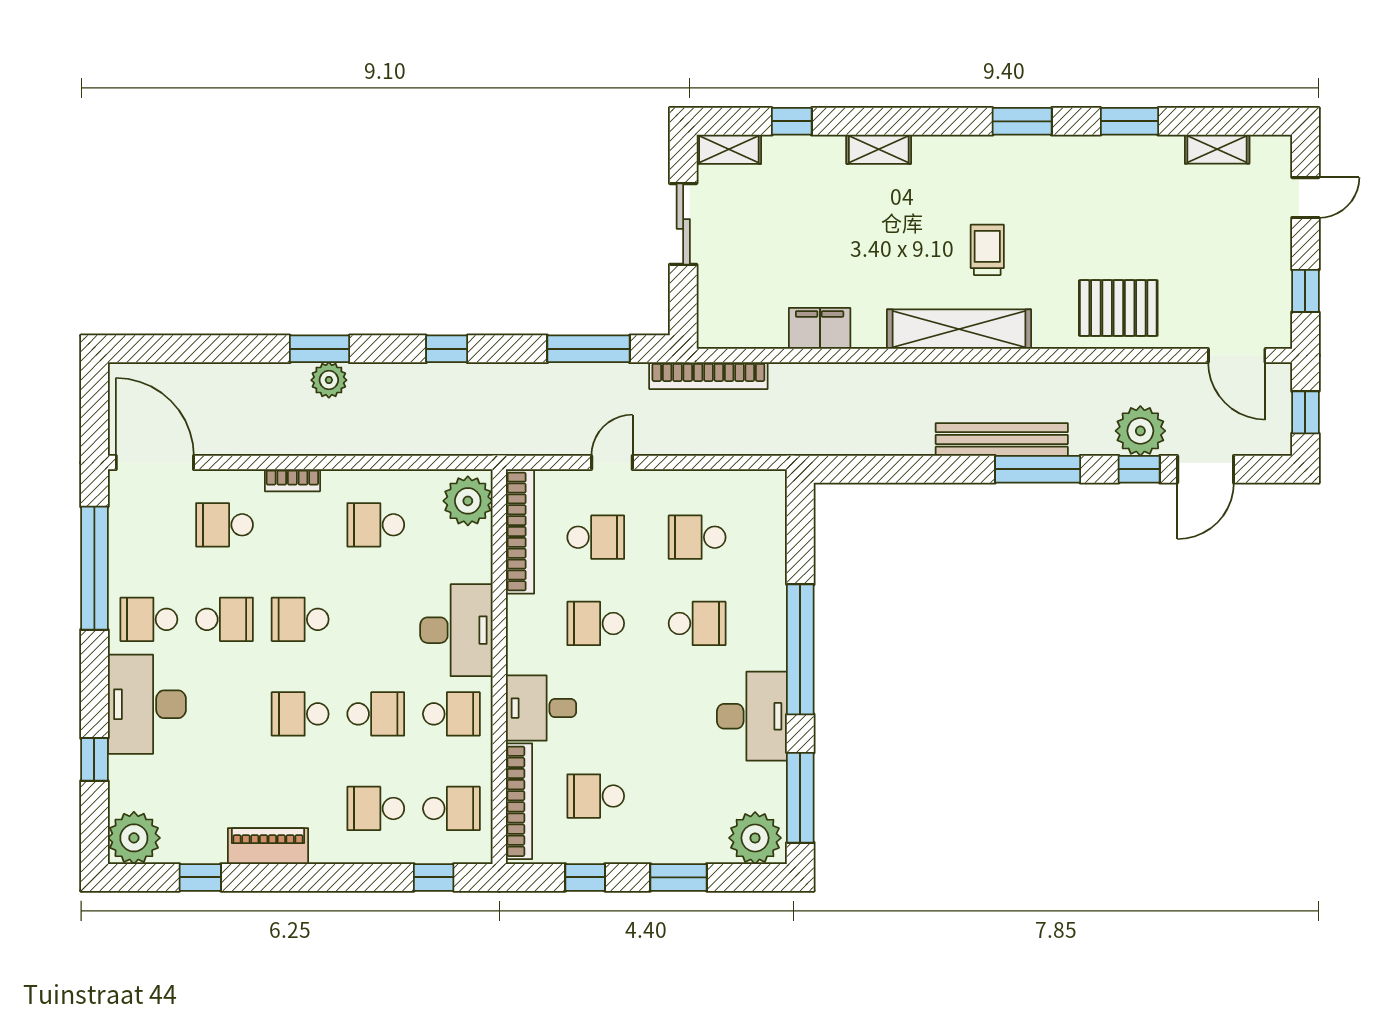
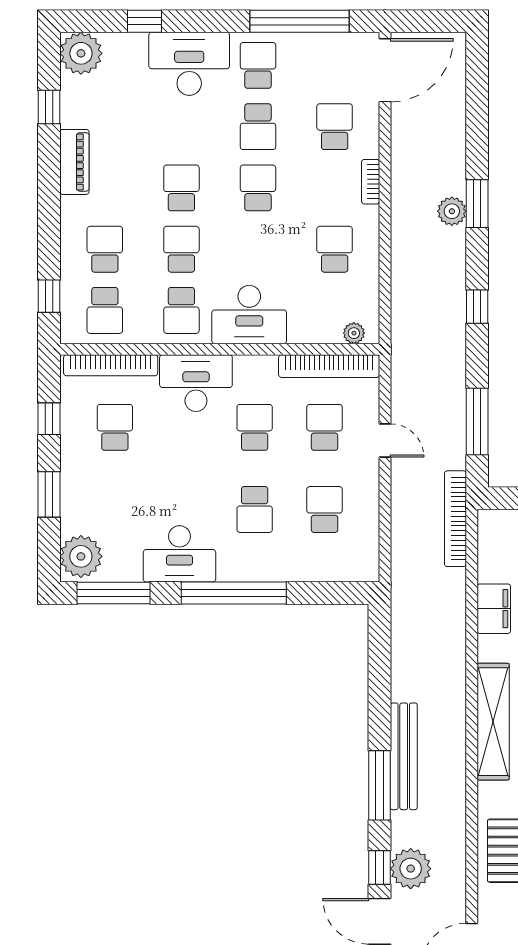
plant: (468, 501) -> (354, 333), width x0.53, depth x0.53
school desk: (596, 537) -> (325, 427), turned 180
desk: (541, 708) -> (196, 383), width x1.37
school desk: (376, 714) -> (181, 249), turned 180

